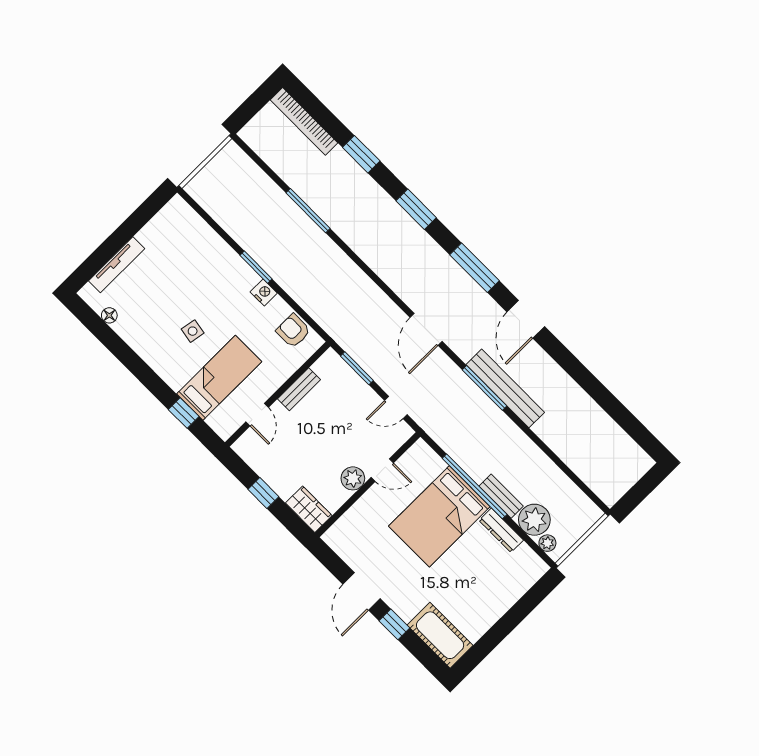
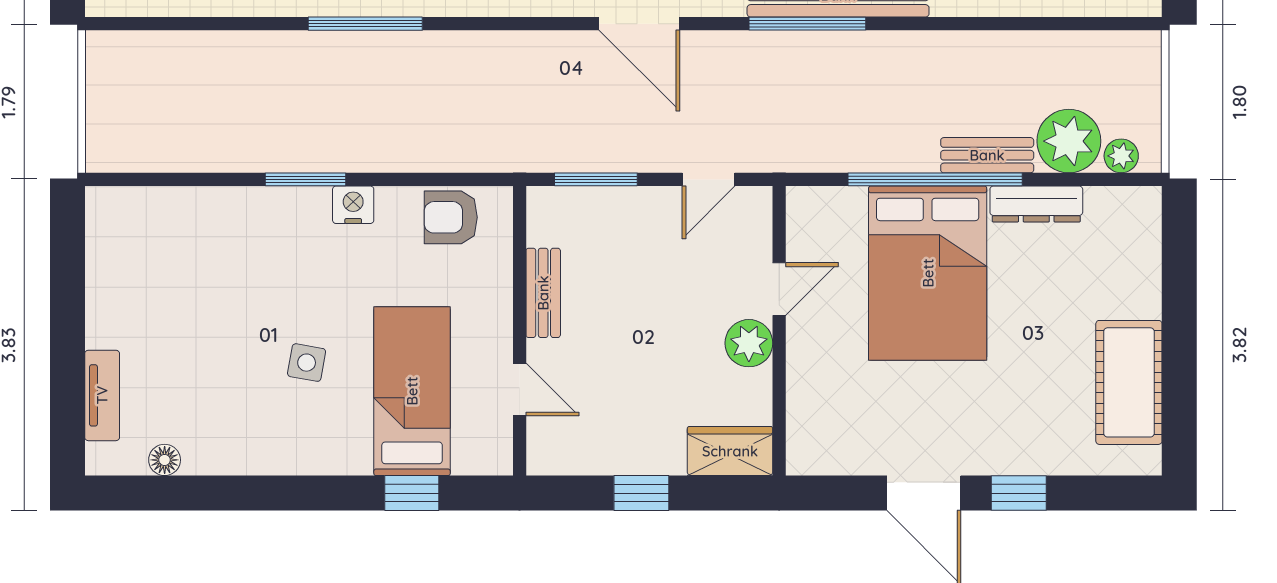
window: (308, 211) -> (365, 24), moved
tv unit: (117, 265) -> (102, 395), width x0.71
cot: (440, 635) -> (1129, 382), moved, turned 90

